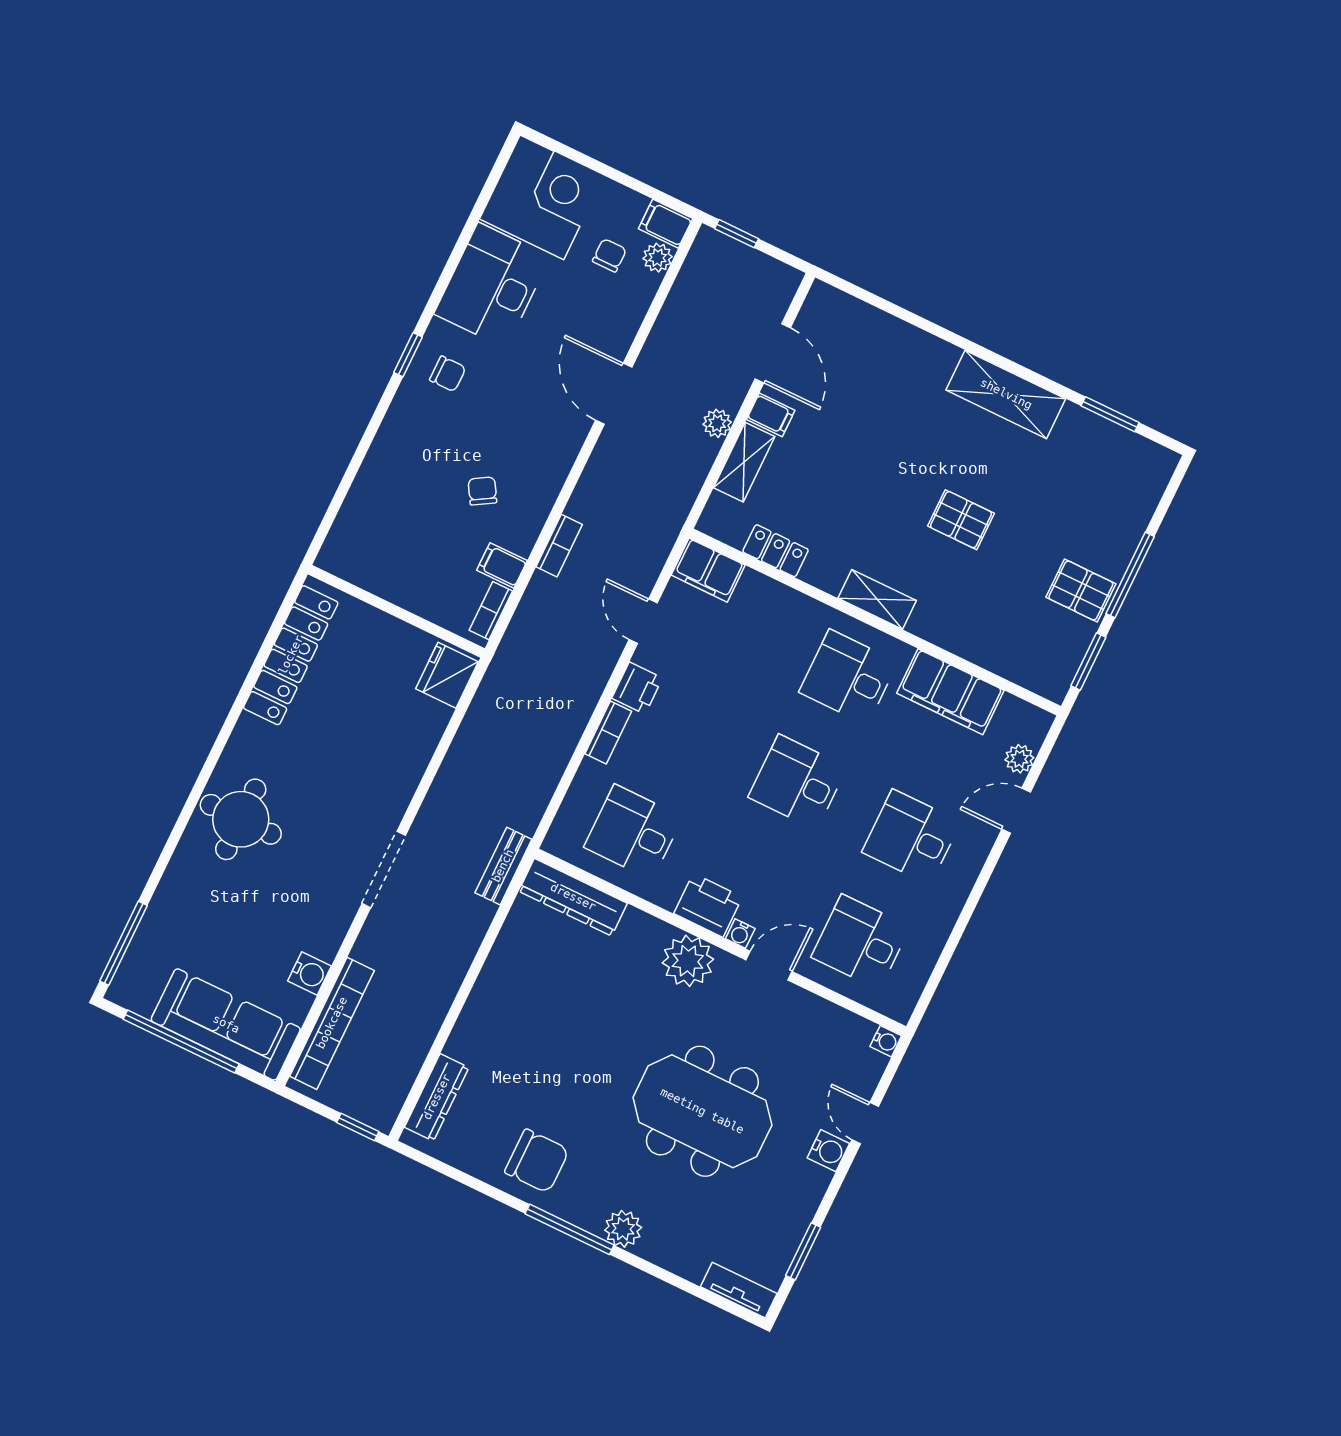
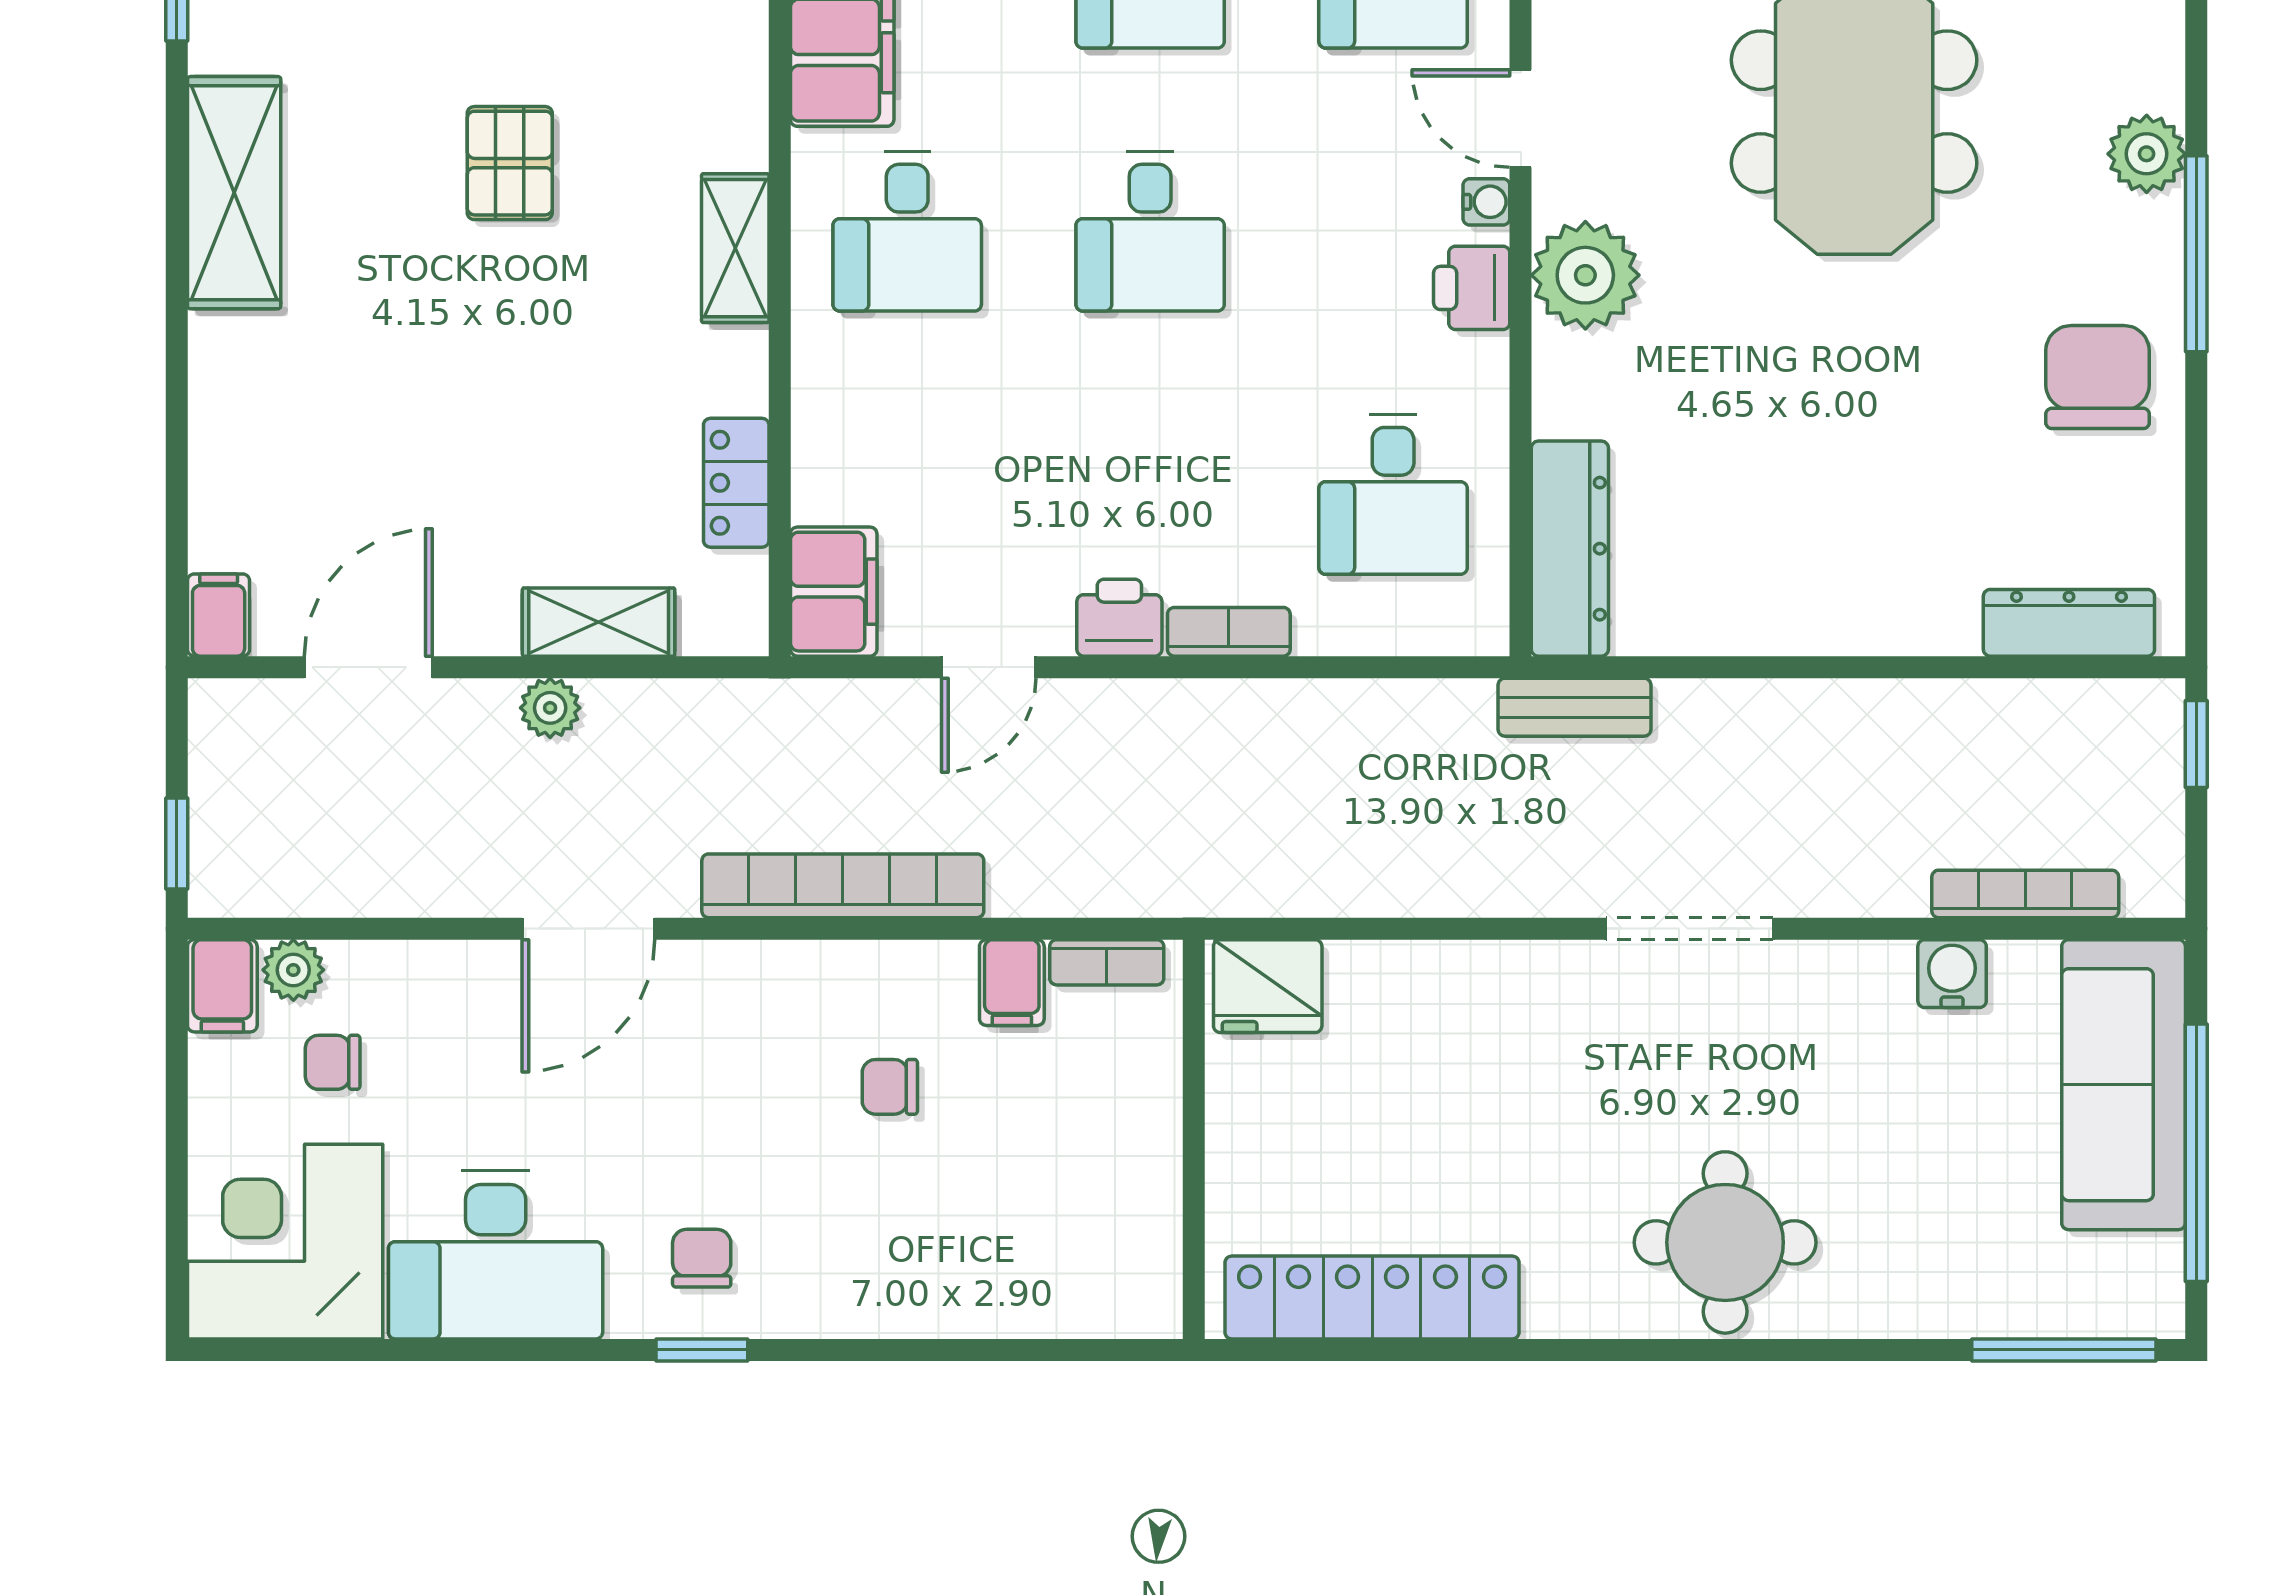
filing cabinet: (771, 415) -> (219, 615), moved
chair: (482, 491) -> (890, 1087), turned 31
bookcase: (559, 546) -> (843, 886), width x2.31, depth x1.31
printer: (708, 905) -> (1472, 288), width x0.73, depth x0.81
bookcase: (332, 1023) -> (2025, 894), width x0.68, depth x0.76

